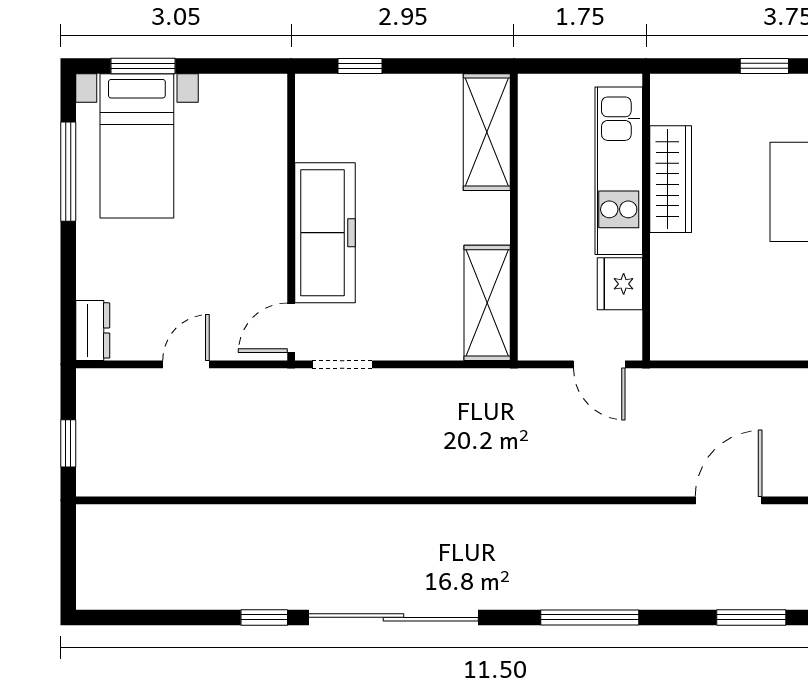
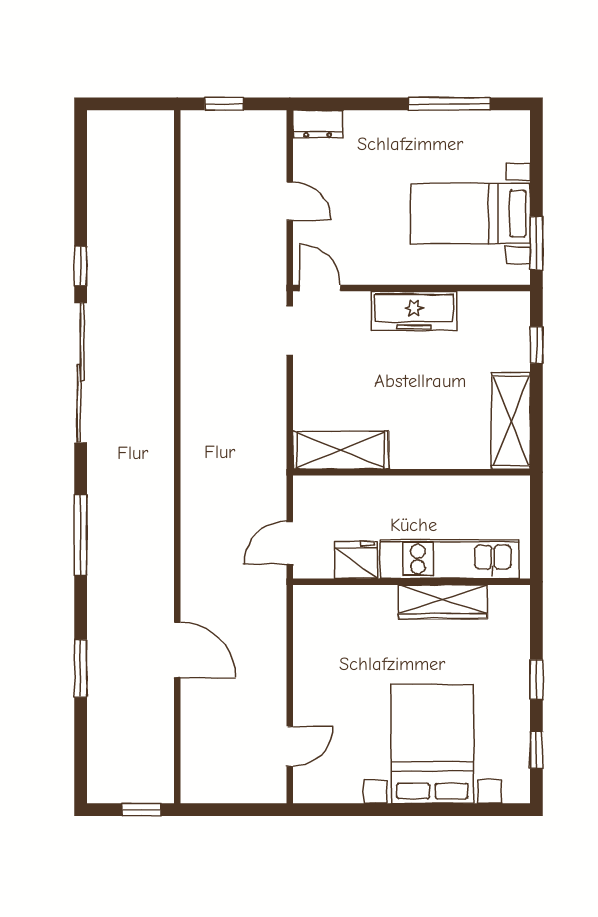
window: (143, 66) -> (536, 243), moved
shelving: (487, 132) -> (511, 421), moved, turned 90
bed with nightstands: (137, 146) -> (470, 213), moved
freezer: (325, 233) -> (414, 311), width x0.73, depth x0.79

